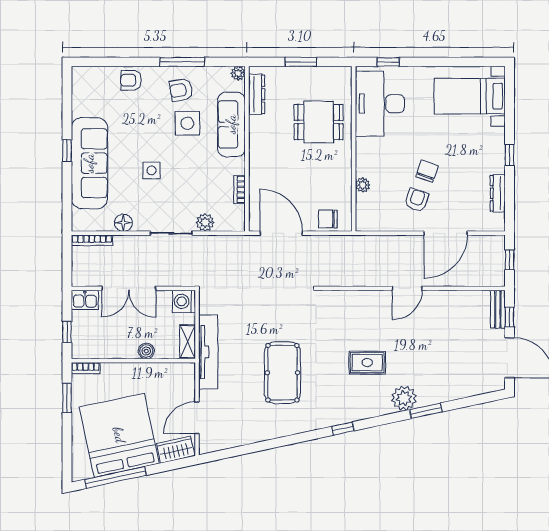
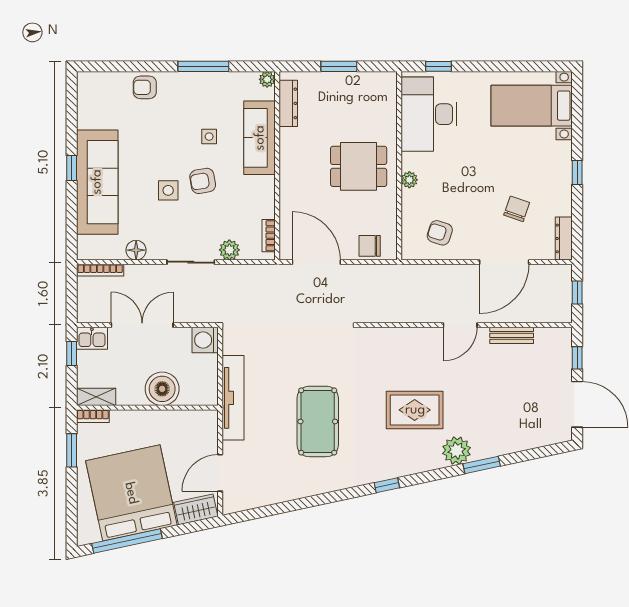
armchair: (181, 90) -> (203, 181), moved
dining table: (319, 122) -> (359, 166), moved
side table: (187, 123) -> (209, 137), width x0.54, depth x0.54
chair: (427, 171) -> (517, 209), moved
plant: (363, 185) -> (409, 180), moved
bookcase: (240, 190) -> (269, 236), moved
dresser: (498, 193) -> (564, 238), moved
armchair: (417, 200) -> (440, 233), moved, turned -91
double door: (129, 288) -> (142, 325), swing flipped
bench: (498, 309) -> (512, 335), moved, turned 90
window: (67, 332) -> (72, 354), moved
shelving: (188, 342) -> (96, 397), moved, turned 90
boiler: (146, 351) -> (162, 389), width x1.86, depth x1.86
rug: (367, 363) -> (415, 410), width x1.36, depth x1.43

